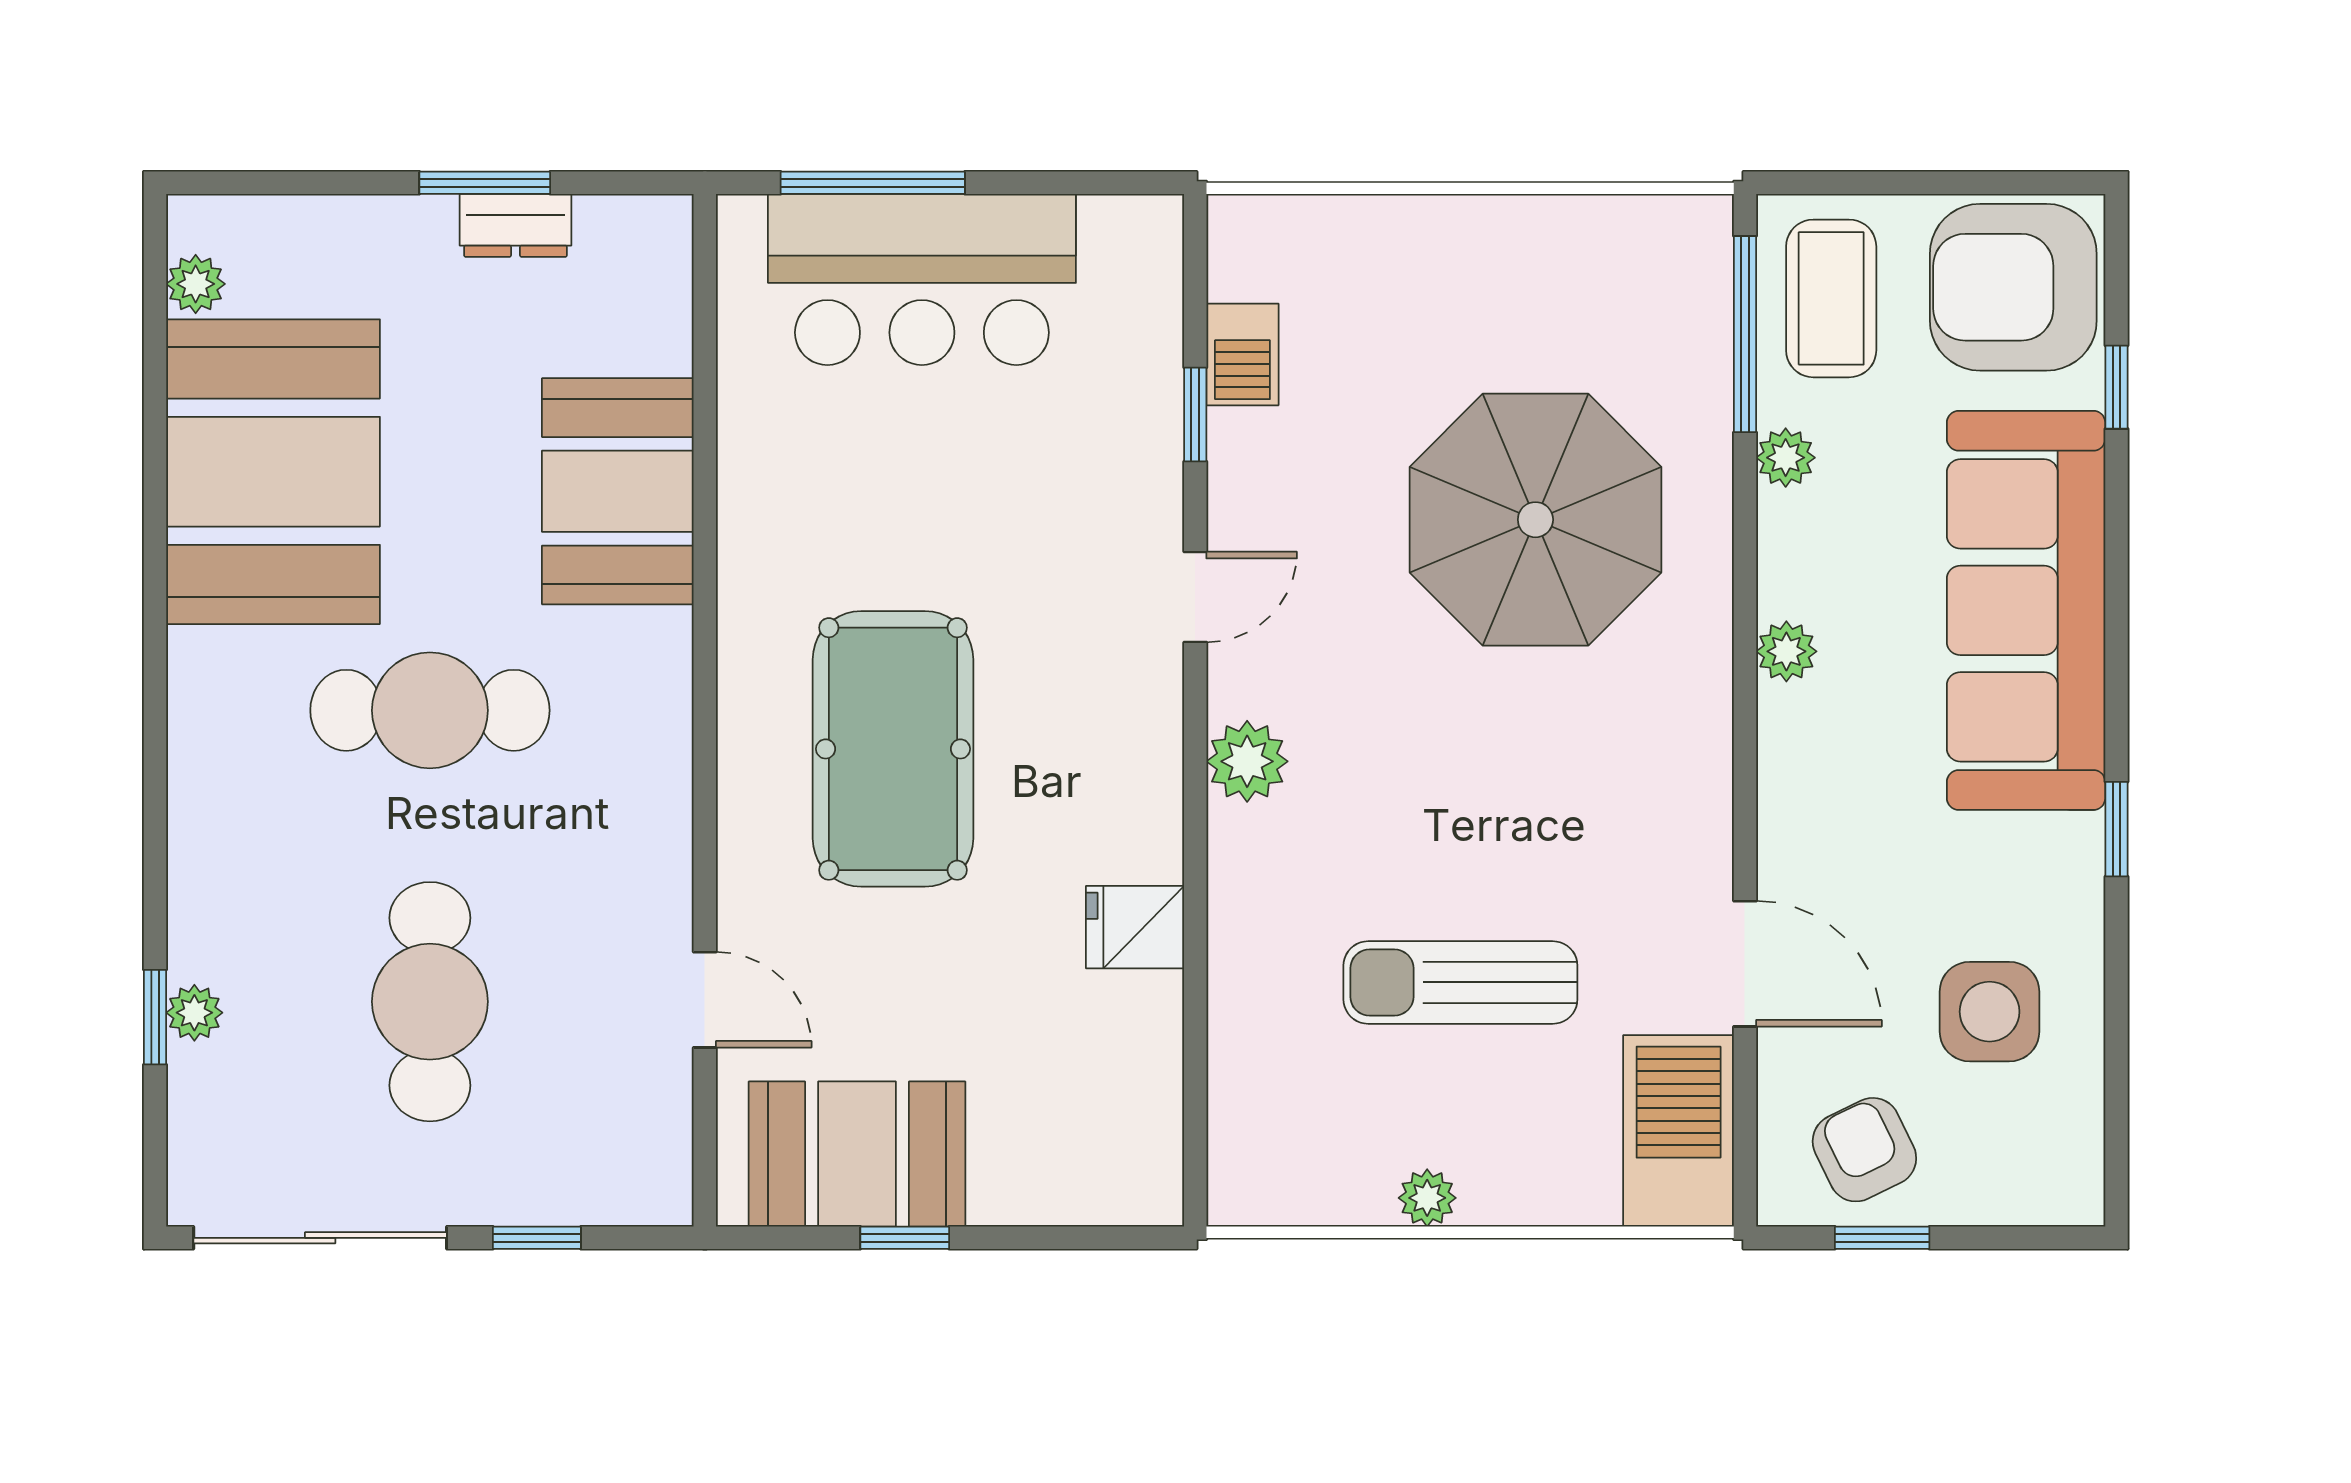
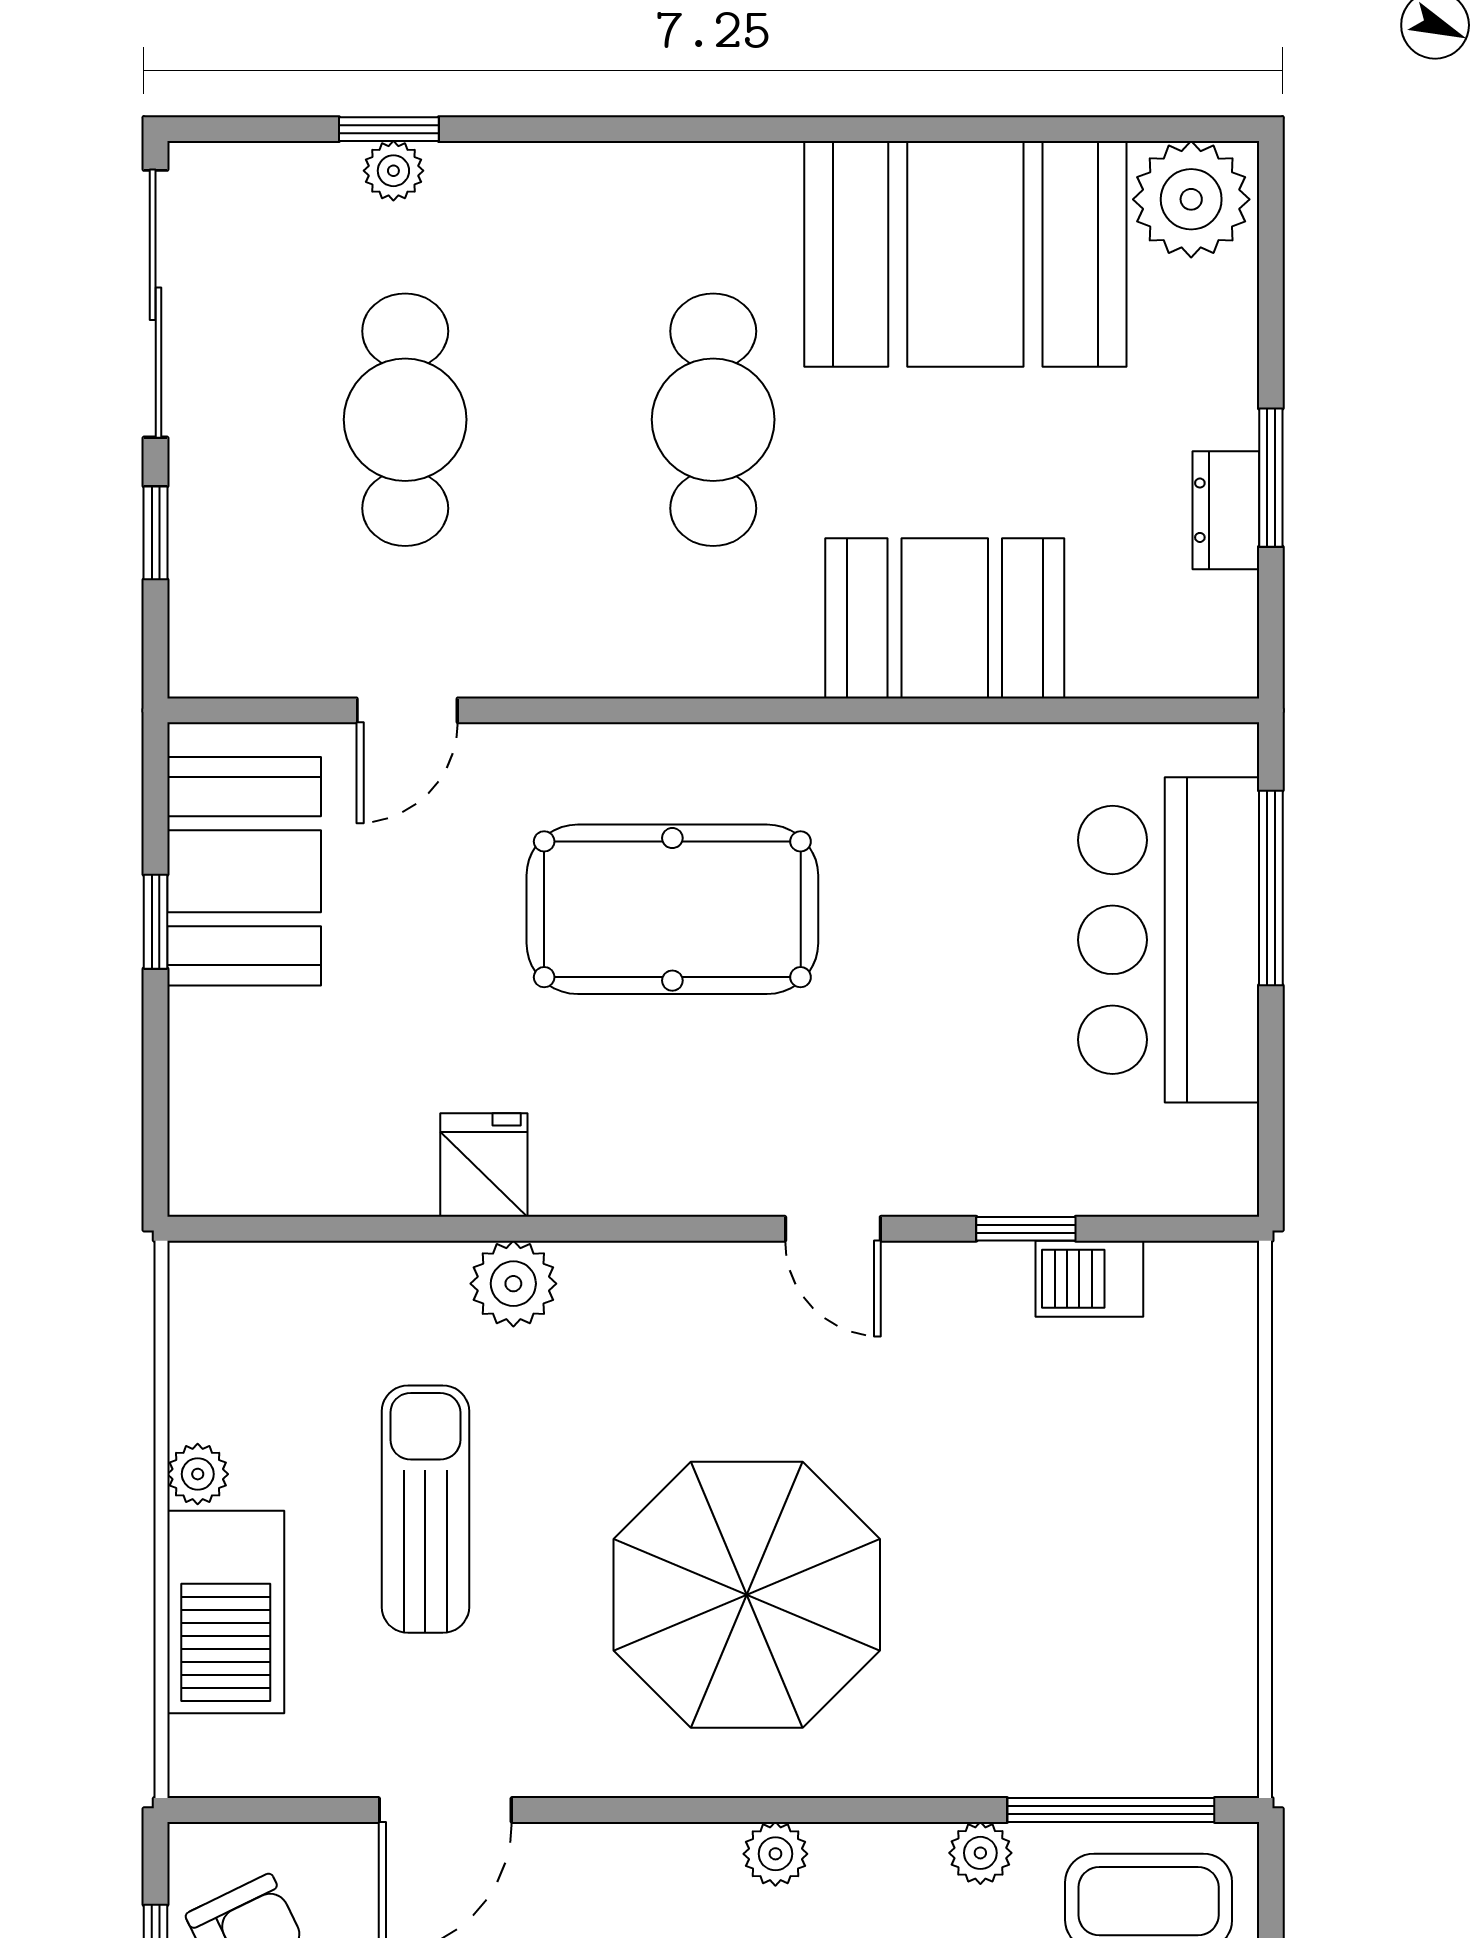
plant: (196, 284) -> (1191, 199), width x1.88, depth x1.88
parasol: (1535, 520) -> (747, 1595), moved
plant: (1247, 761) -> (513, 1284), moved
cafe table: (430, 1002) -> (405, 420), turned 90
barbecue: (1679, 1131) -> (226, 1612), moved, turned 90

